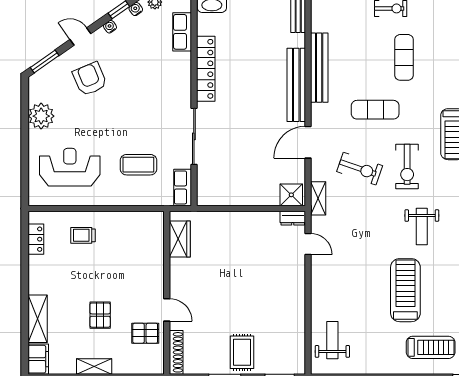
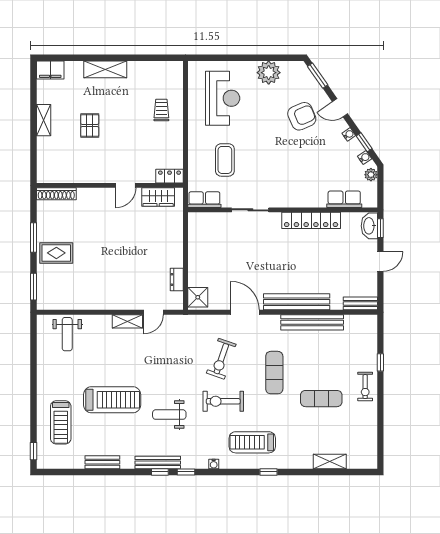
door: (80, 37) -> (340, 108), swing flipped
sliding door: (194, 136) -> (250, 210), width x0.73
shelving: (318, 198) -> (127, 321), moved
dresser: (293, 218) -> (177, 279), moved
locker: (36, 239) -> (169, 176), moved, turned 180
door: (167, 310) -> (126, 185), moved
pallet: (100, 315) -> (90, 125), turned 90
shelving: (38, 319) -> (105, 69), moved
pallet: (145, 333) -> (73, 166), removed
weight bench: (332, 340) -> (67, 334), turned 90

